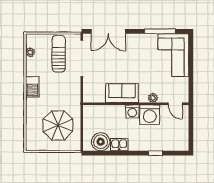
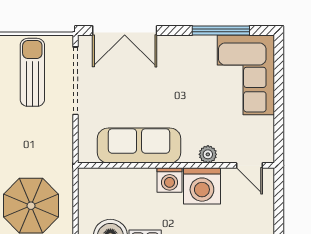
sofa: (122, 93) -> (139, 146), width x1.36

